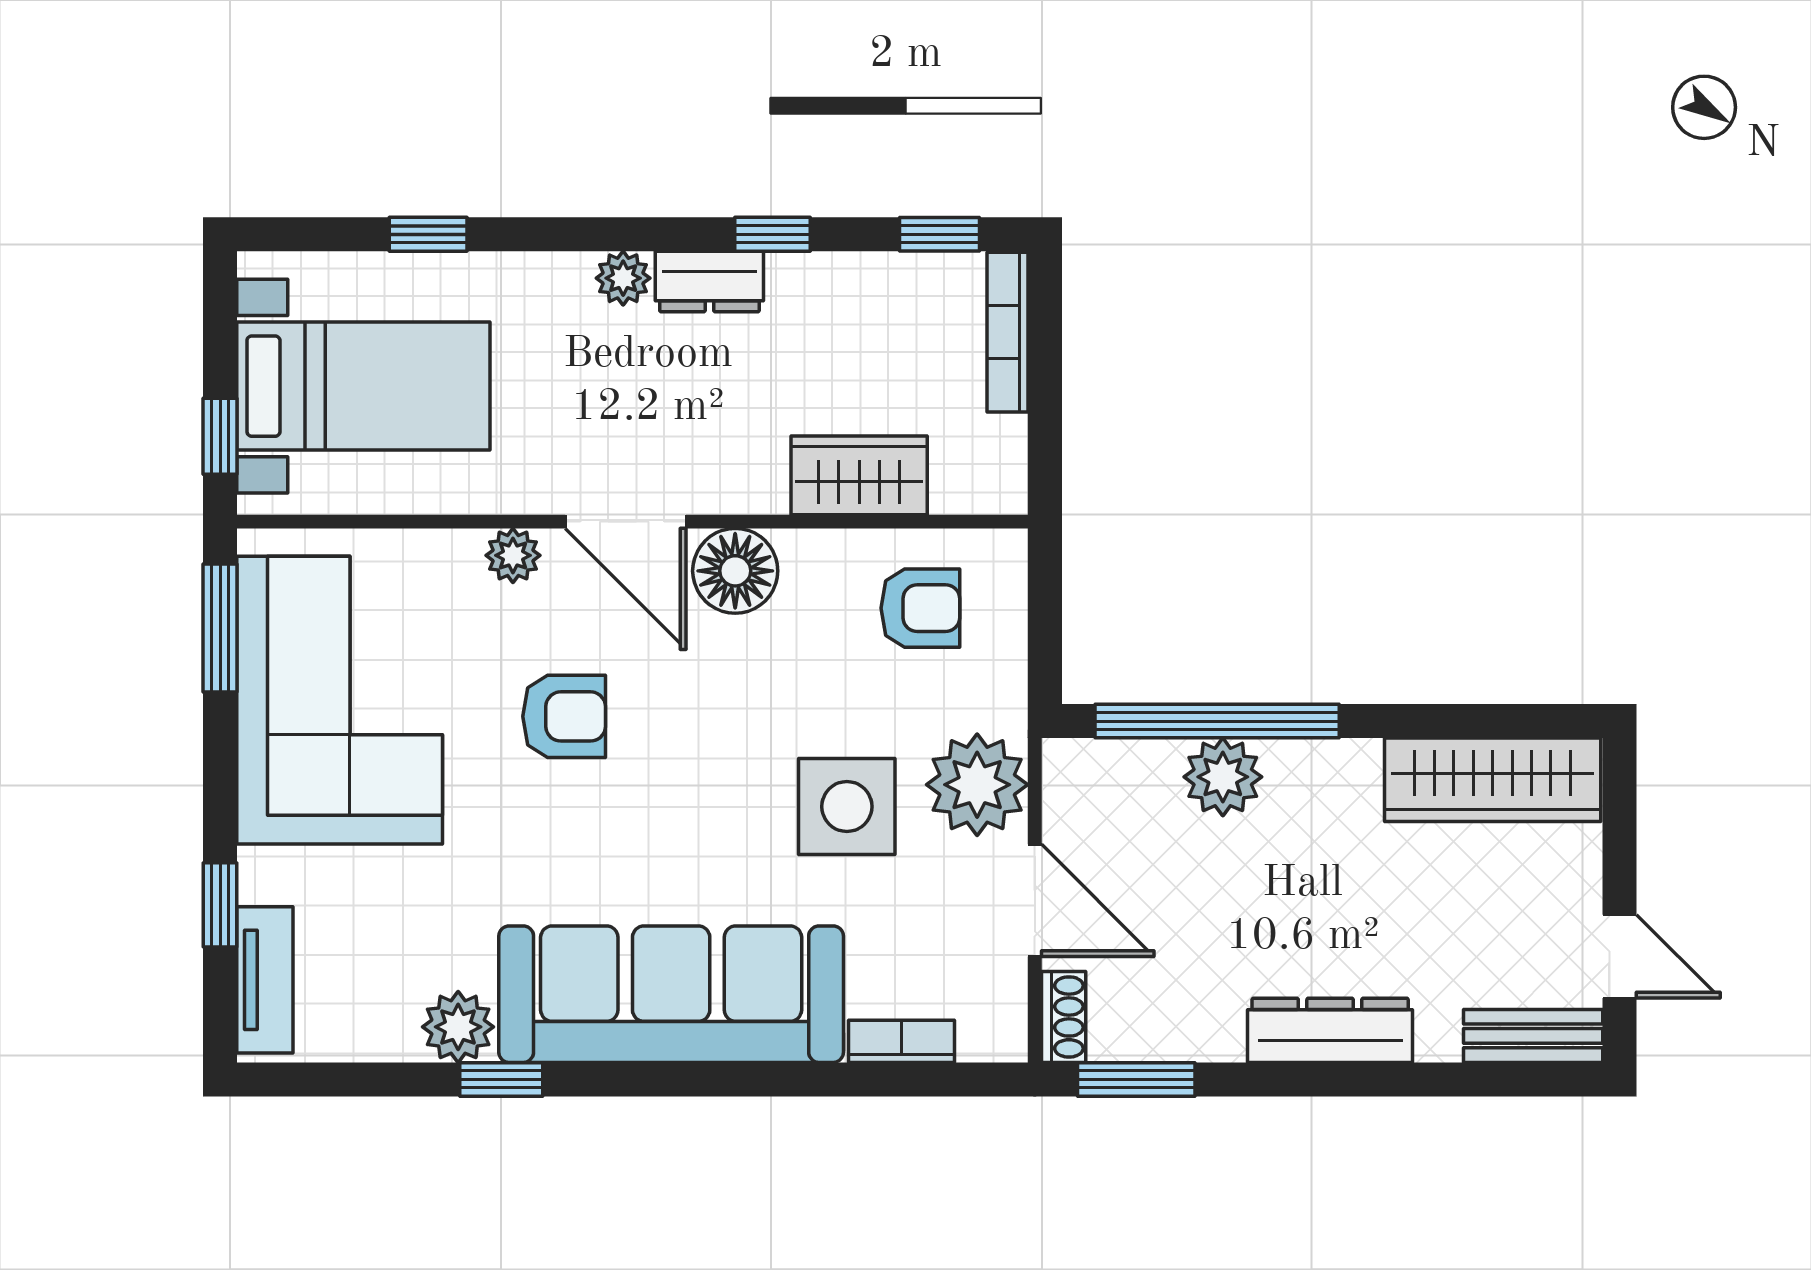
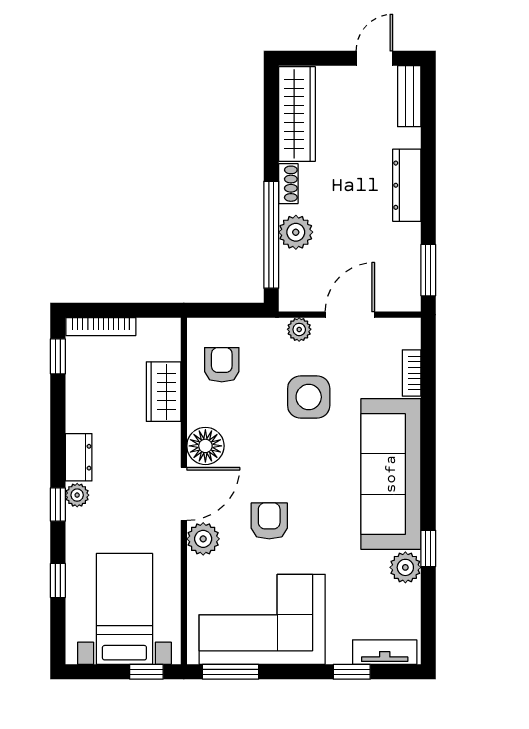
window: (772, 234) -> (58, 505), moved
plant: (513, 555) -> (203, 539), width x1.38, depth x1.38
plant: (977, 785) -> (299, 329), width x0.53, depth x0.53
shoe rack: (1064, 1017) -> (288, 184), moved, turned 90

